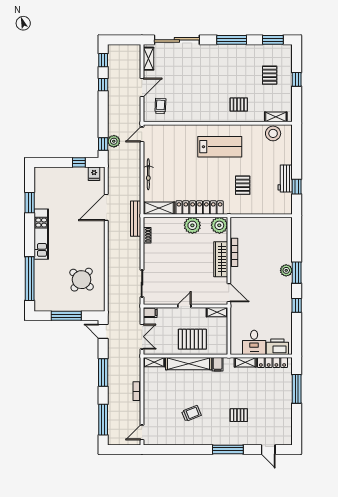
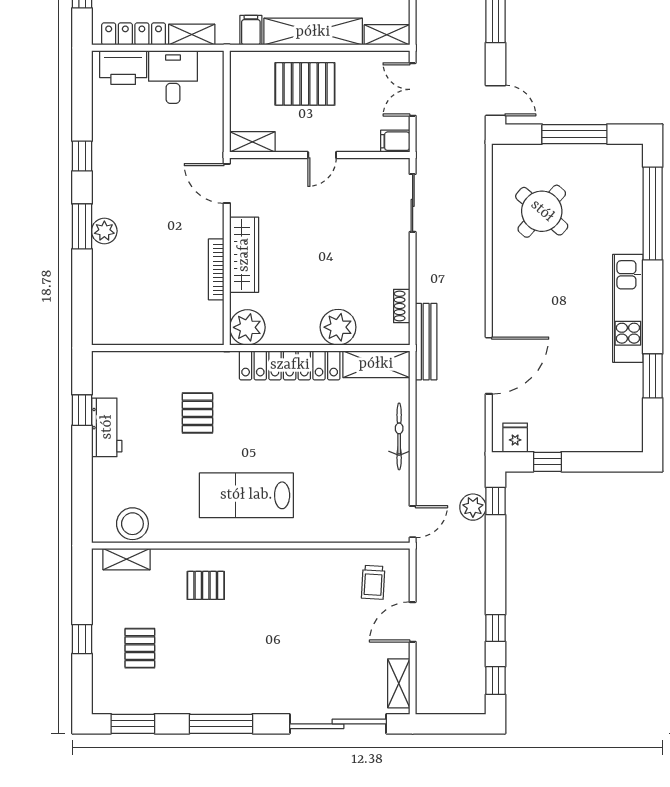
plant: (192, 225) -> (338, 327), moved

